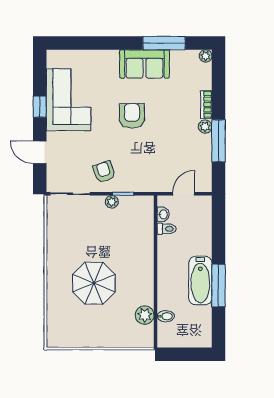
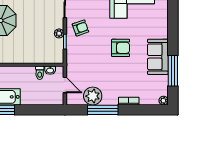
plant: (205, 127) -> (93, 96), moved, width x1.87, depth x1.87

